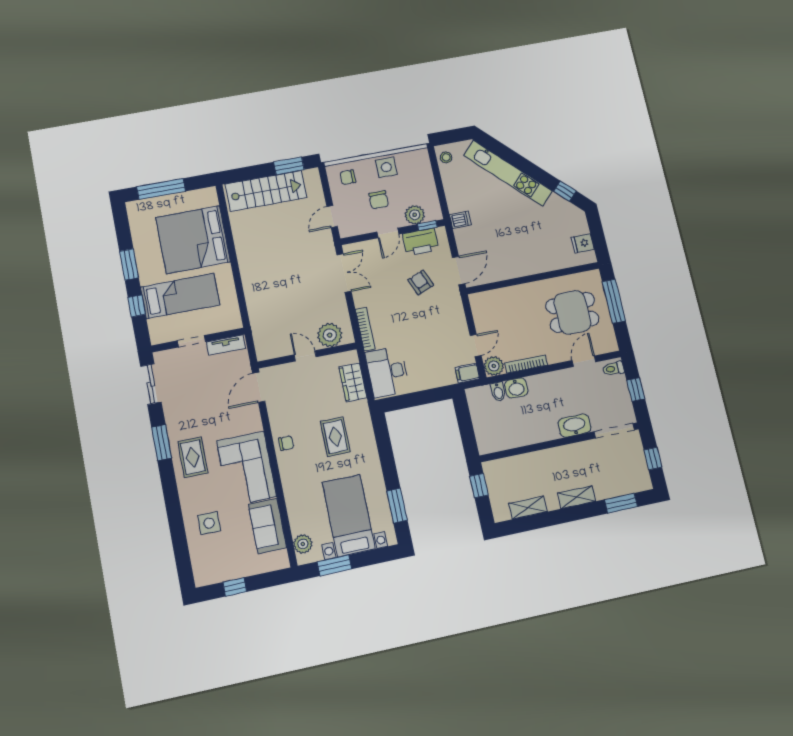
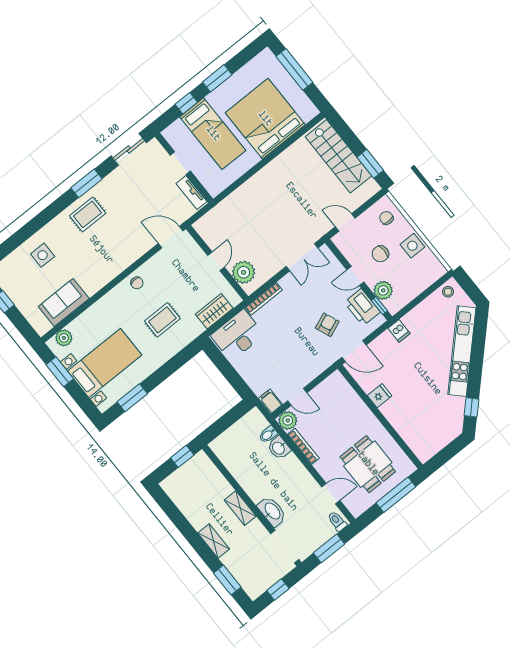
fridge: (583, 243) -> (380, 396), moved, turned 90
window: (636, 390) -> (329, 548), width x1.50
corner sofa: (246, 469) -> (100, 262), removed
shelving: (528, 508) -> (240, 508), moved

